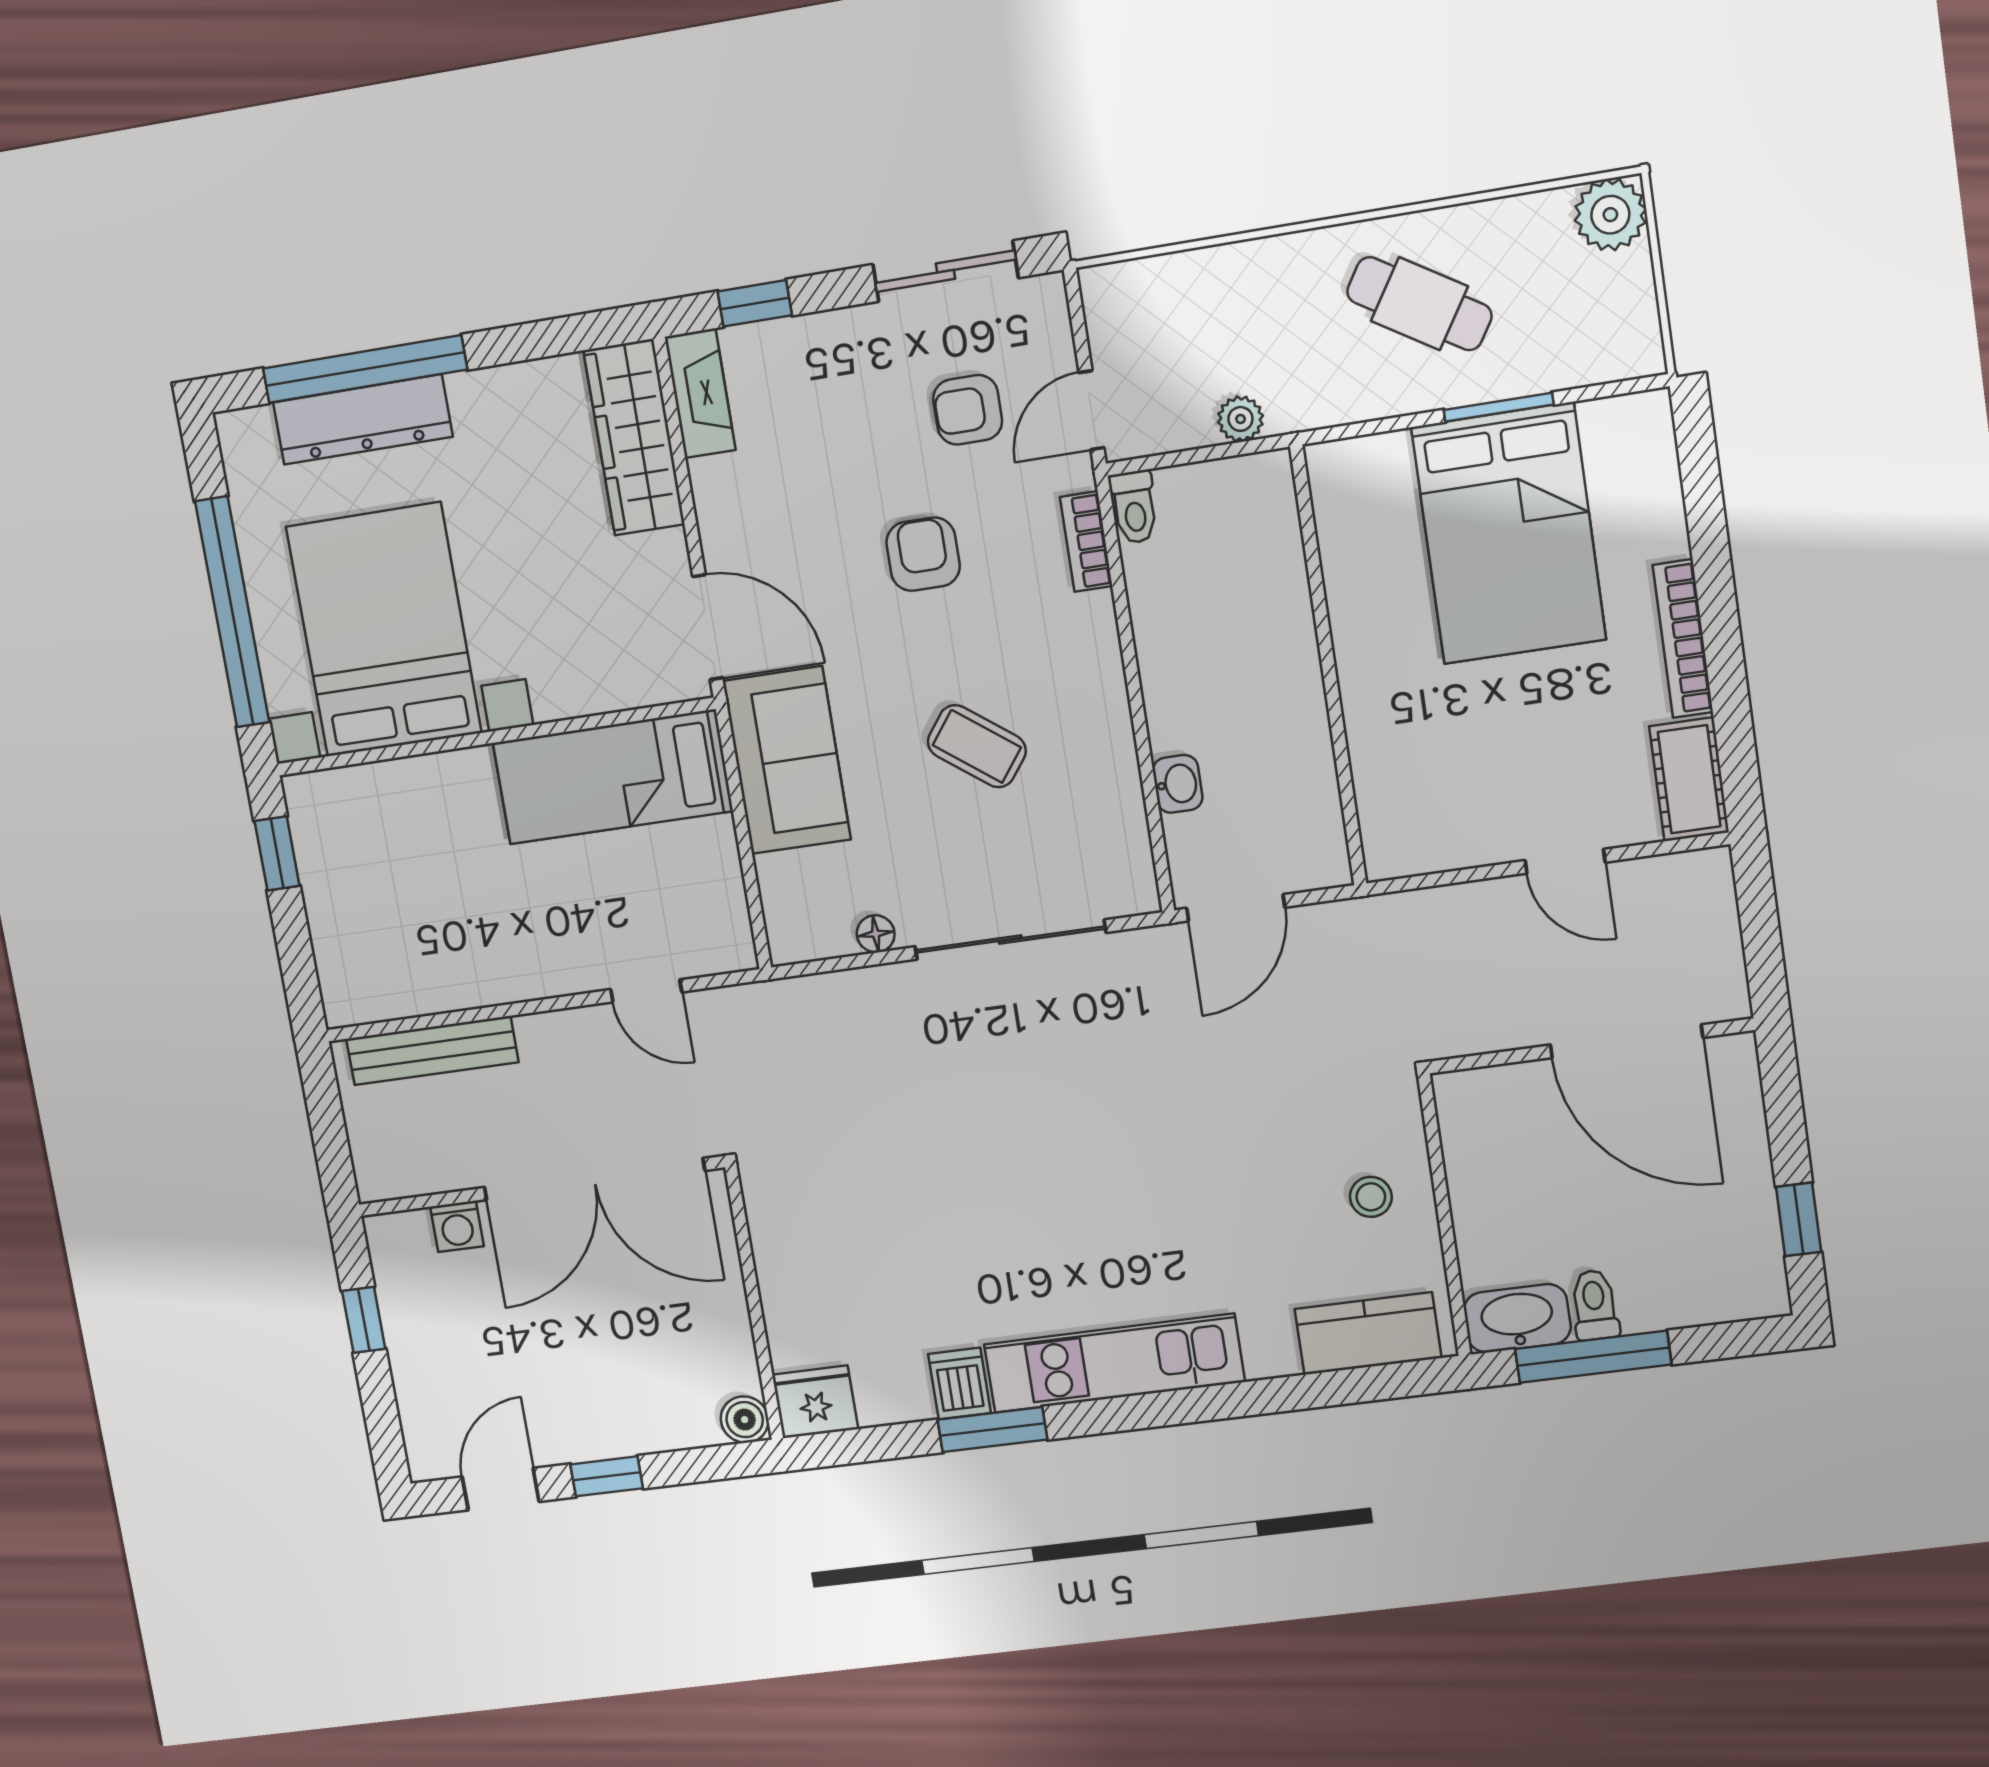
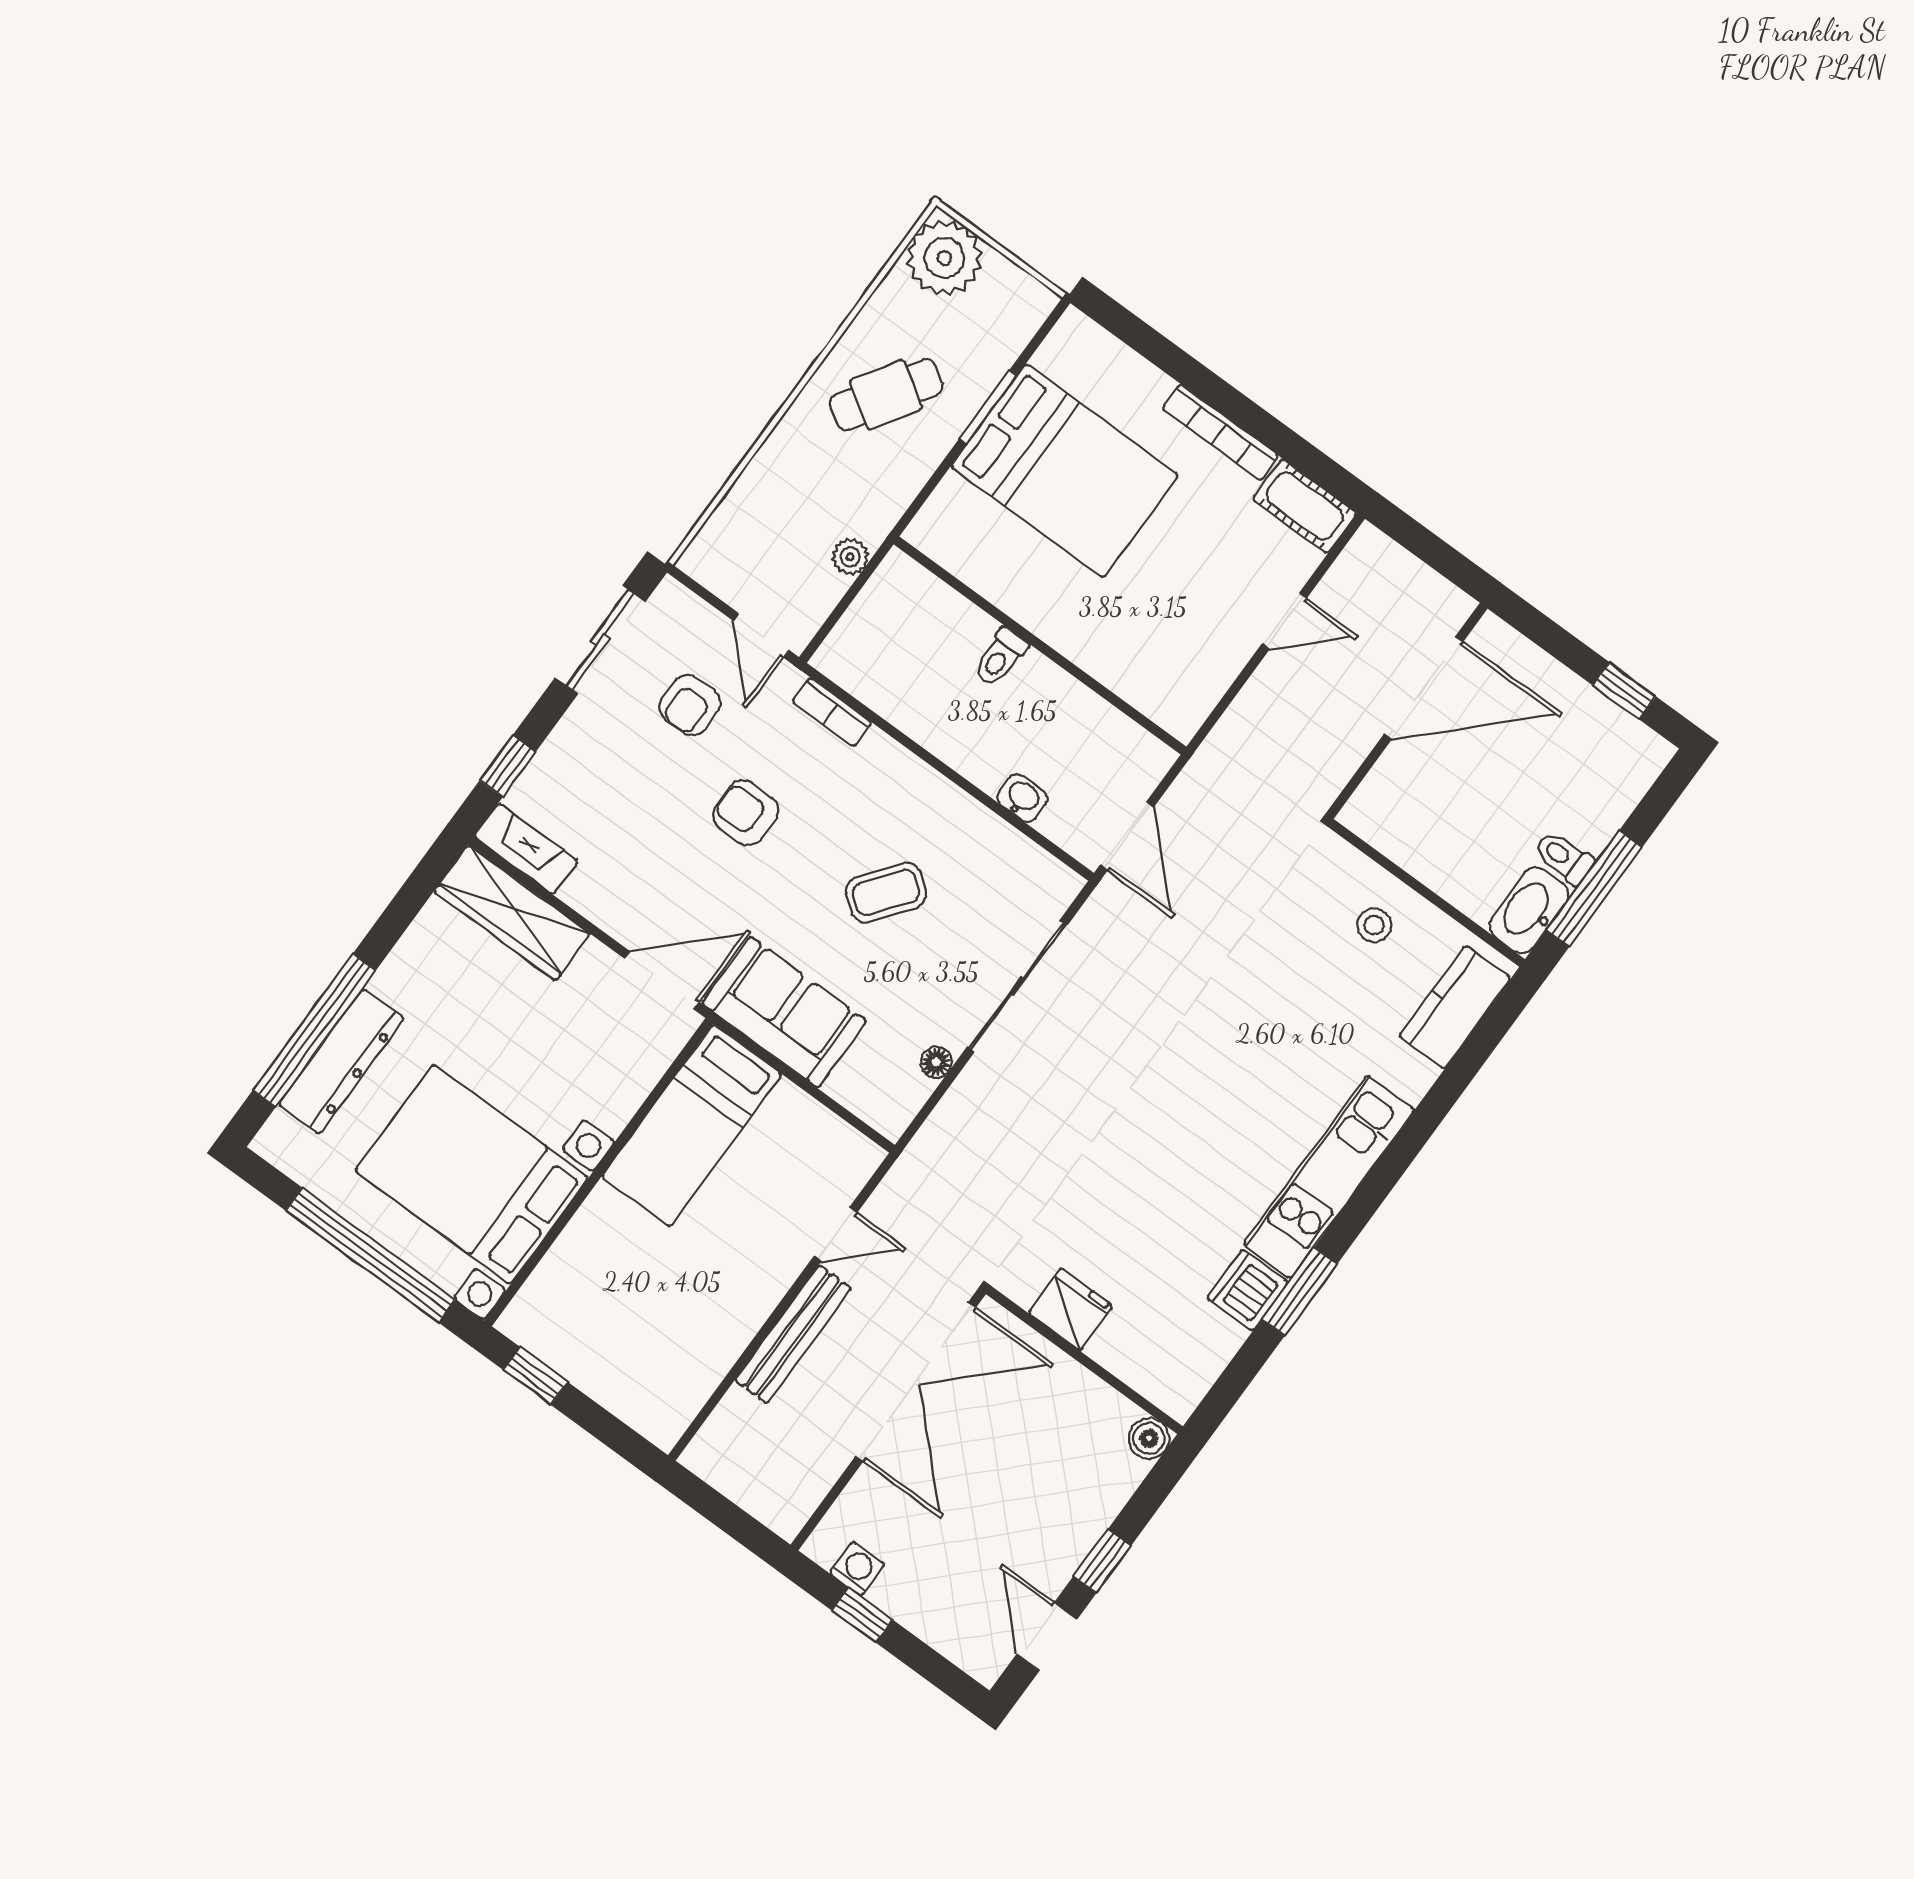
plant: (1610, 215) -> (944, 258), width x1.36, depth x1.36
toilet: (1134, 507) -> (1000, 657), moved, turned 90
bench: (432, 1051) -> (793, 1334), moved
washing machine: (457, 1226) -> (857, 1569), moved, turned -90
dishwasher: (959, 1383) -> (1247, 1290), width x1.38
fridge: (815, 1402) -> (1071, 1309), moved, turned 90

